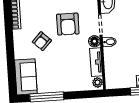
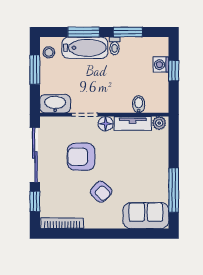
armchair: (68, 24) -> (81, 157), turned 180
bidet: (109, 42) -> (139, 104), moved

